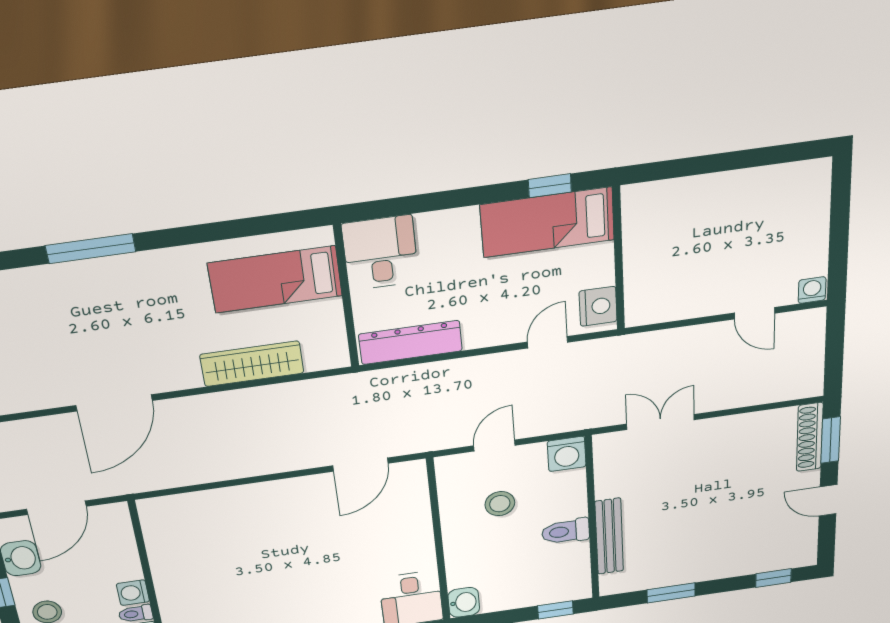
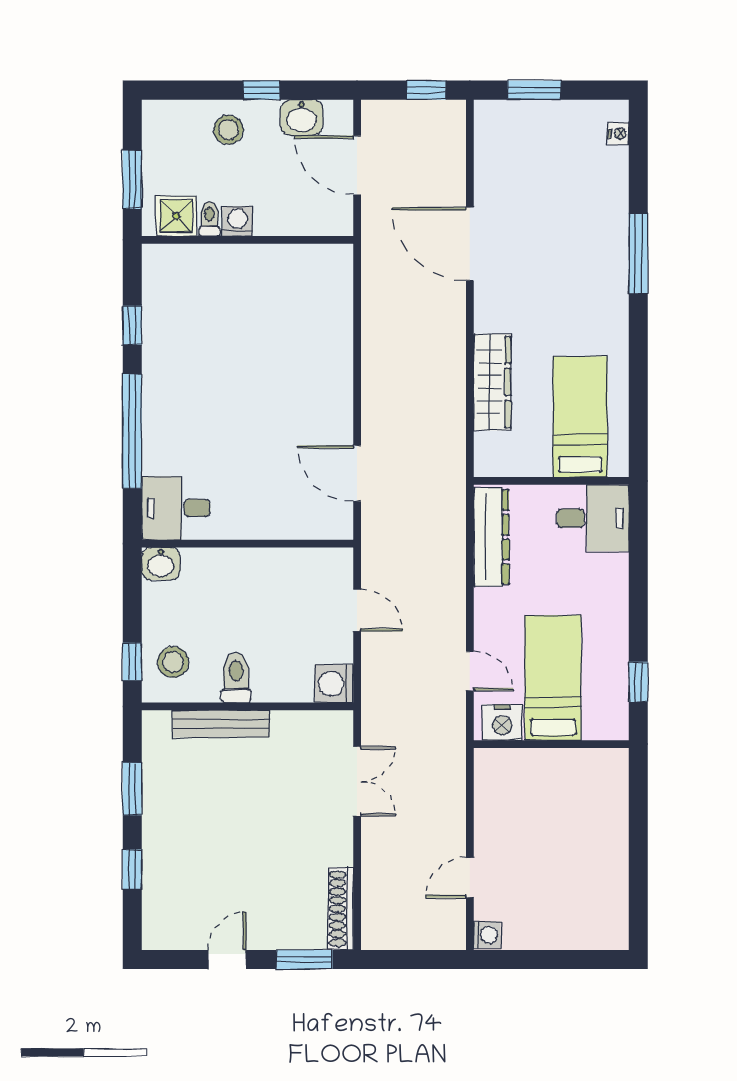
bed: (547, 222) -> (553, 678), moved
shoe rack: (810, 437) -> (341, 909), moved, turned -90
stool: (500, 504) -> (173, 662), moved
window: (773, 578) -> (132, 869), moved

